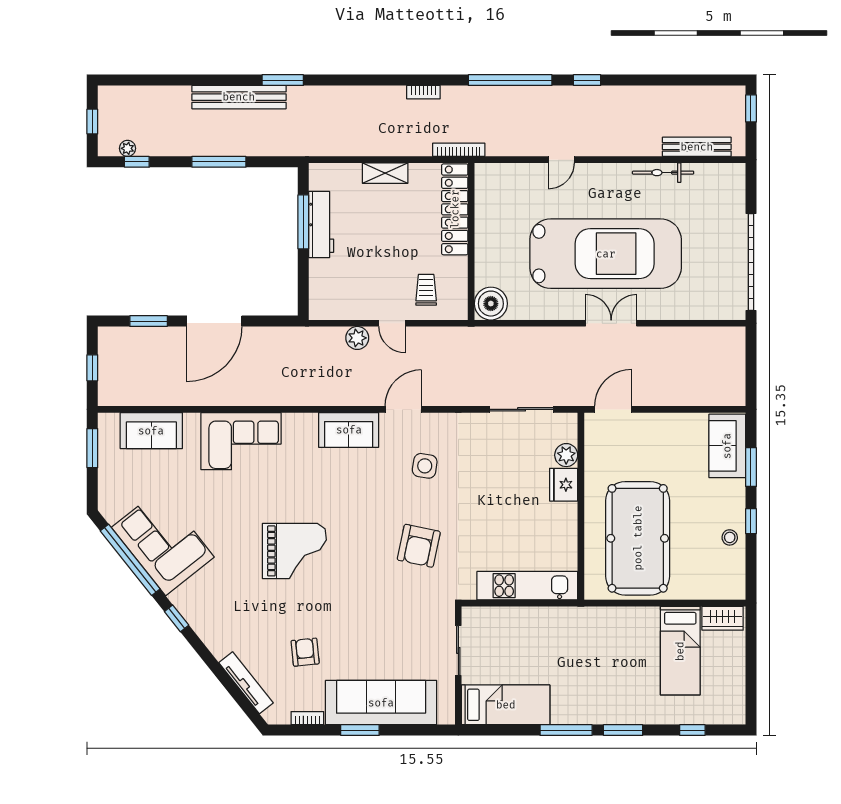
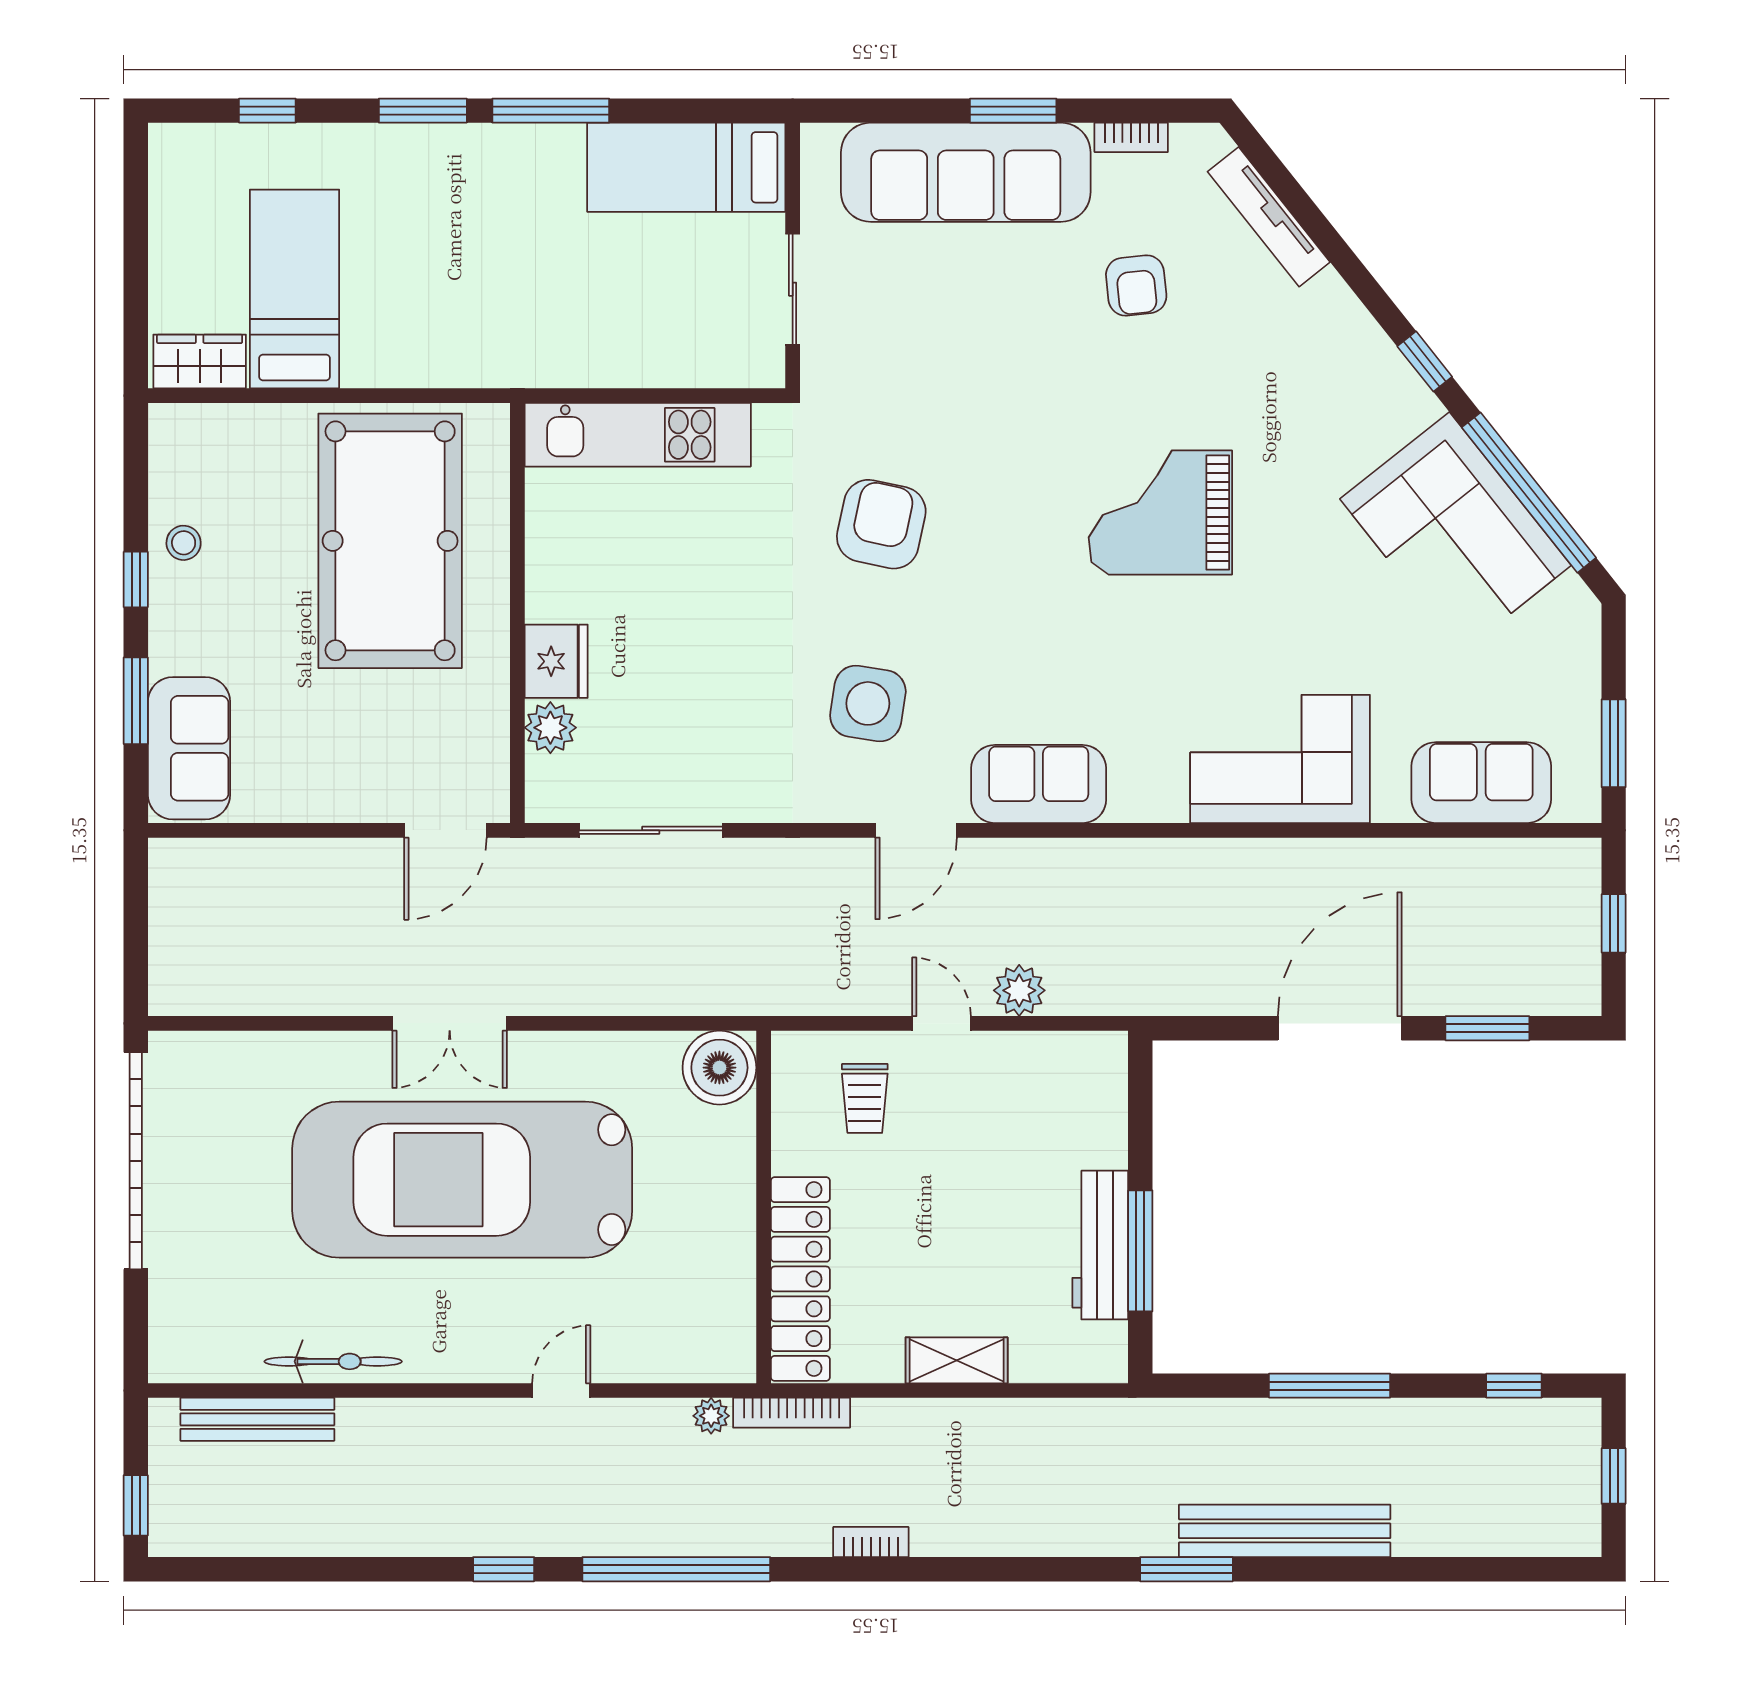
plant: (127, 148) -> (711, 1416), moved
side table: (425, 466) -> (868, 703), width x1.37, depth x1.37

